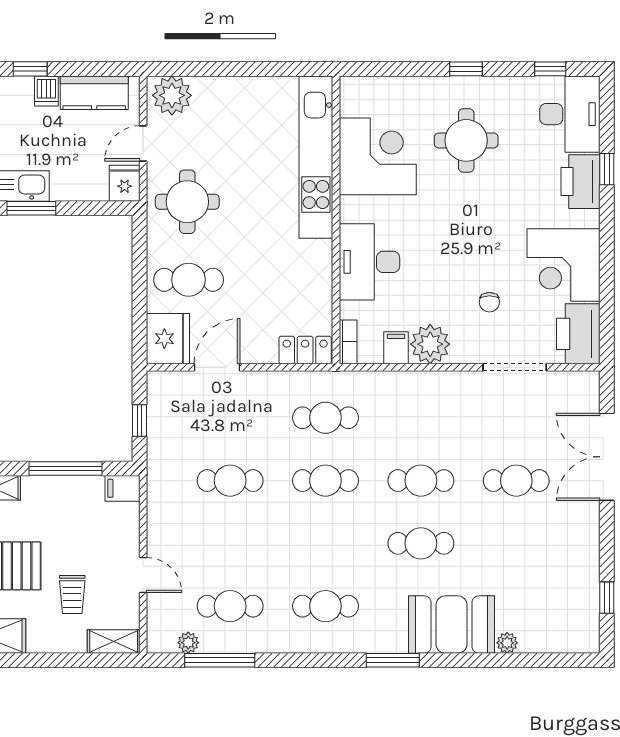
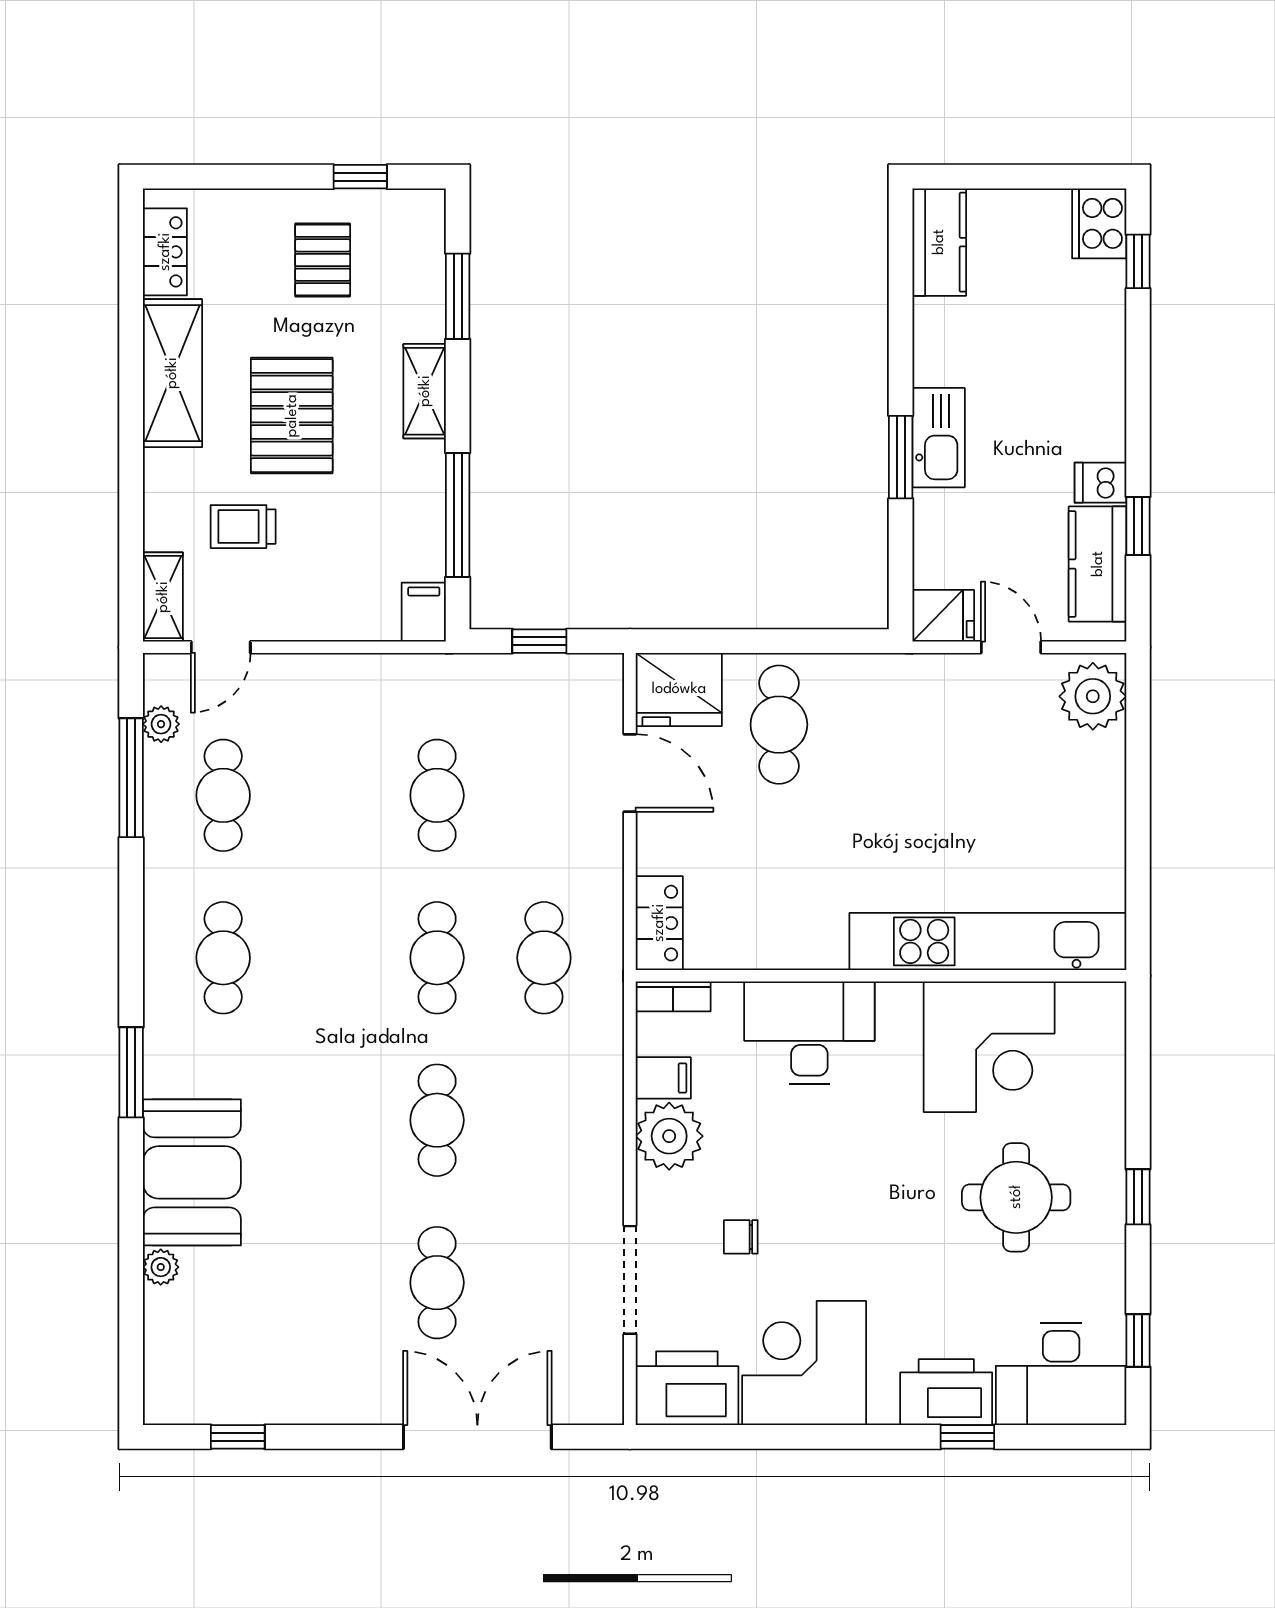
window: (30, 69) -> (1138, 526), moved
round table: (187, 202) -> (912, 723), removed
cafe table: (421, 543) -> (330, 1120), removed
door: (143, 575) -> (221, 647), moved

